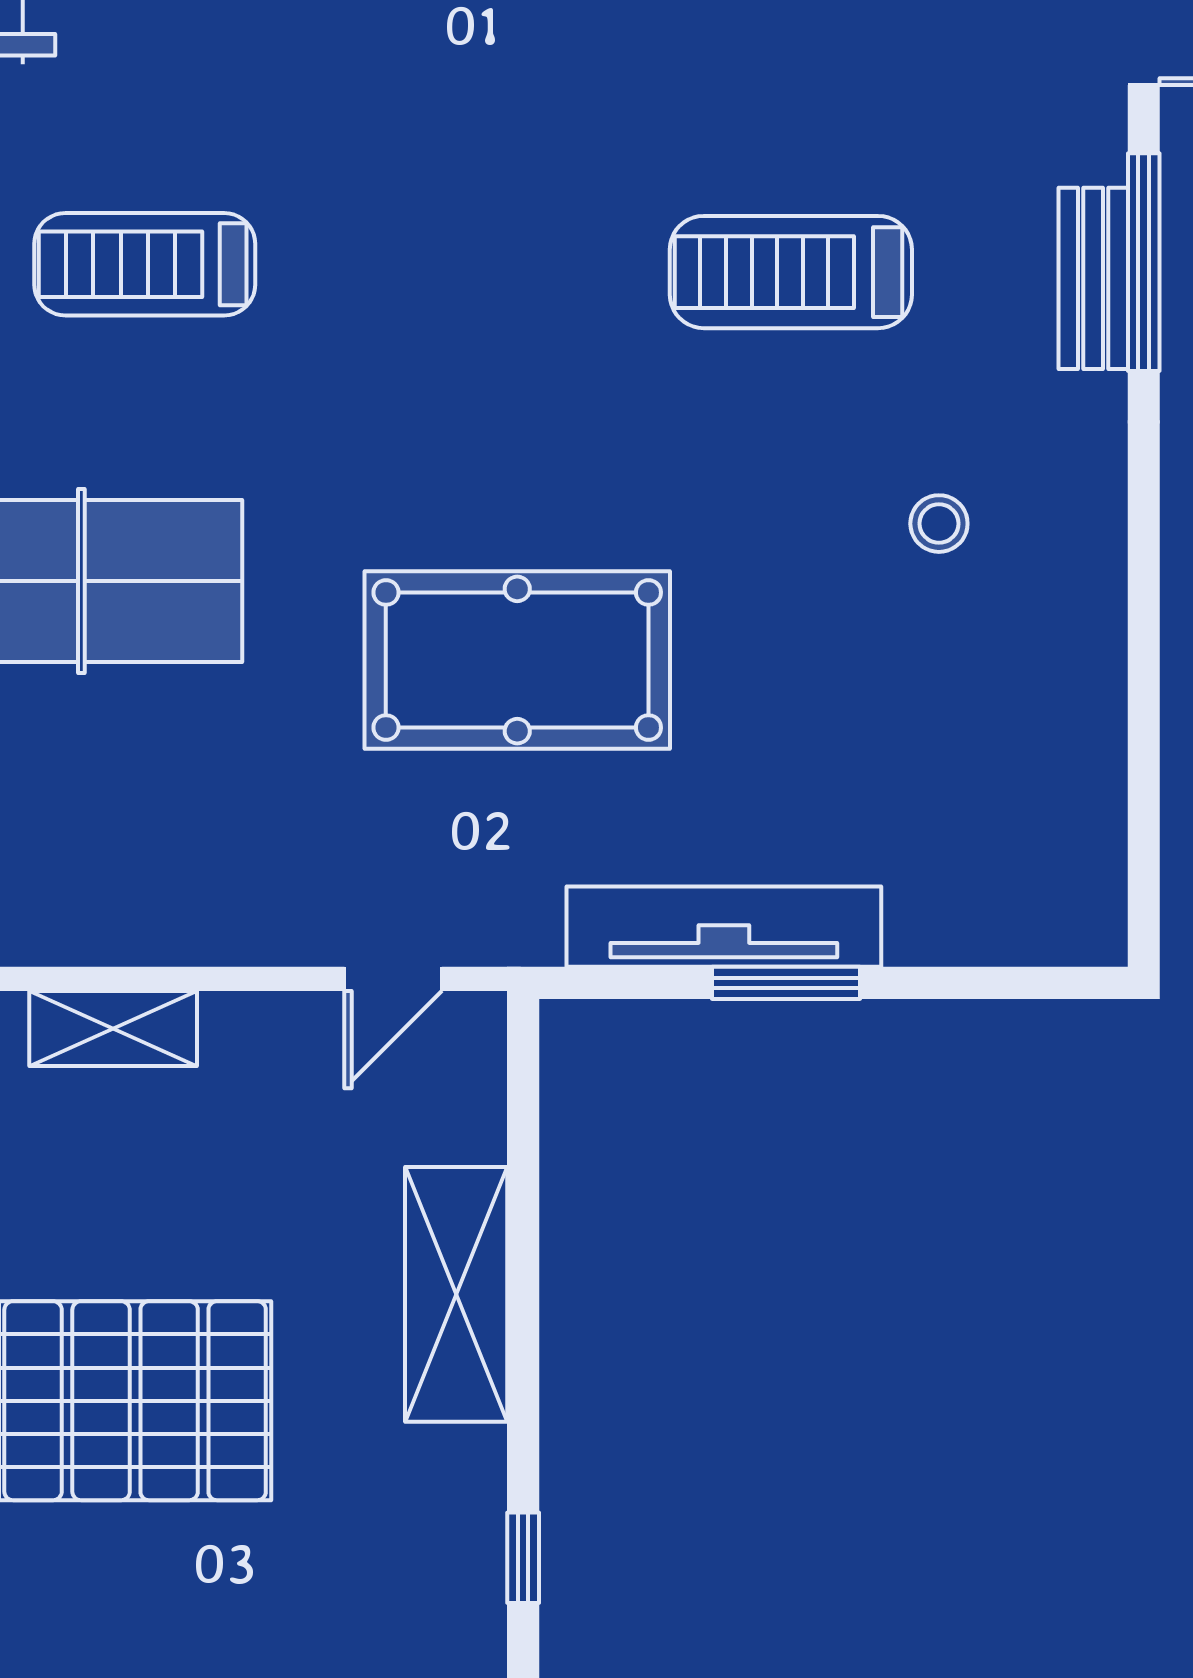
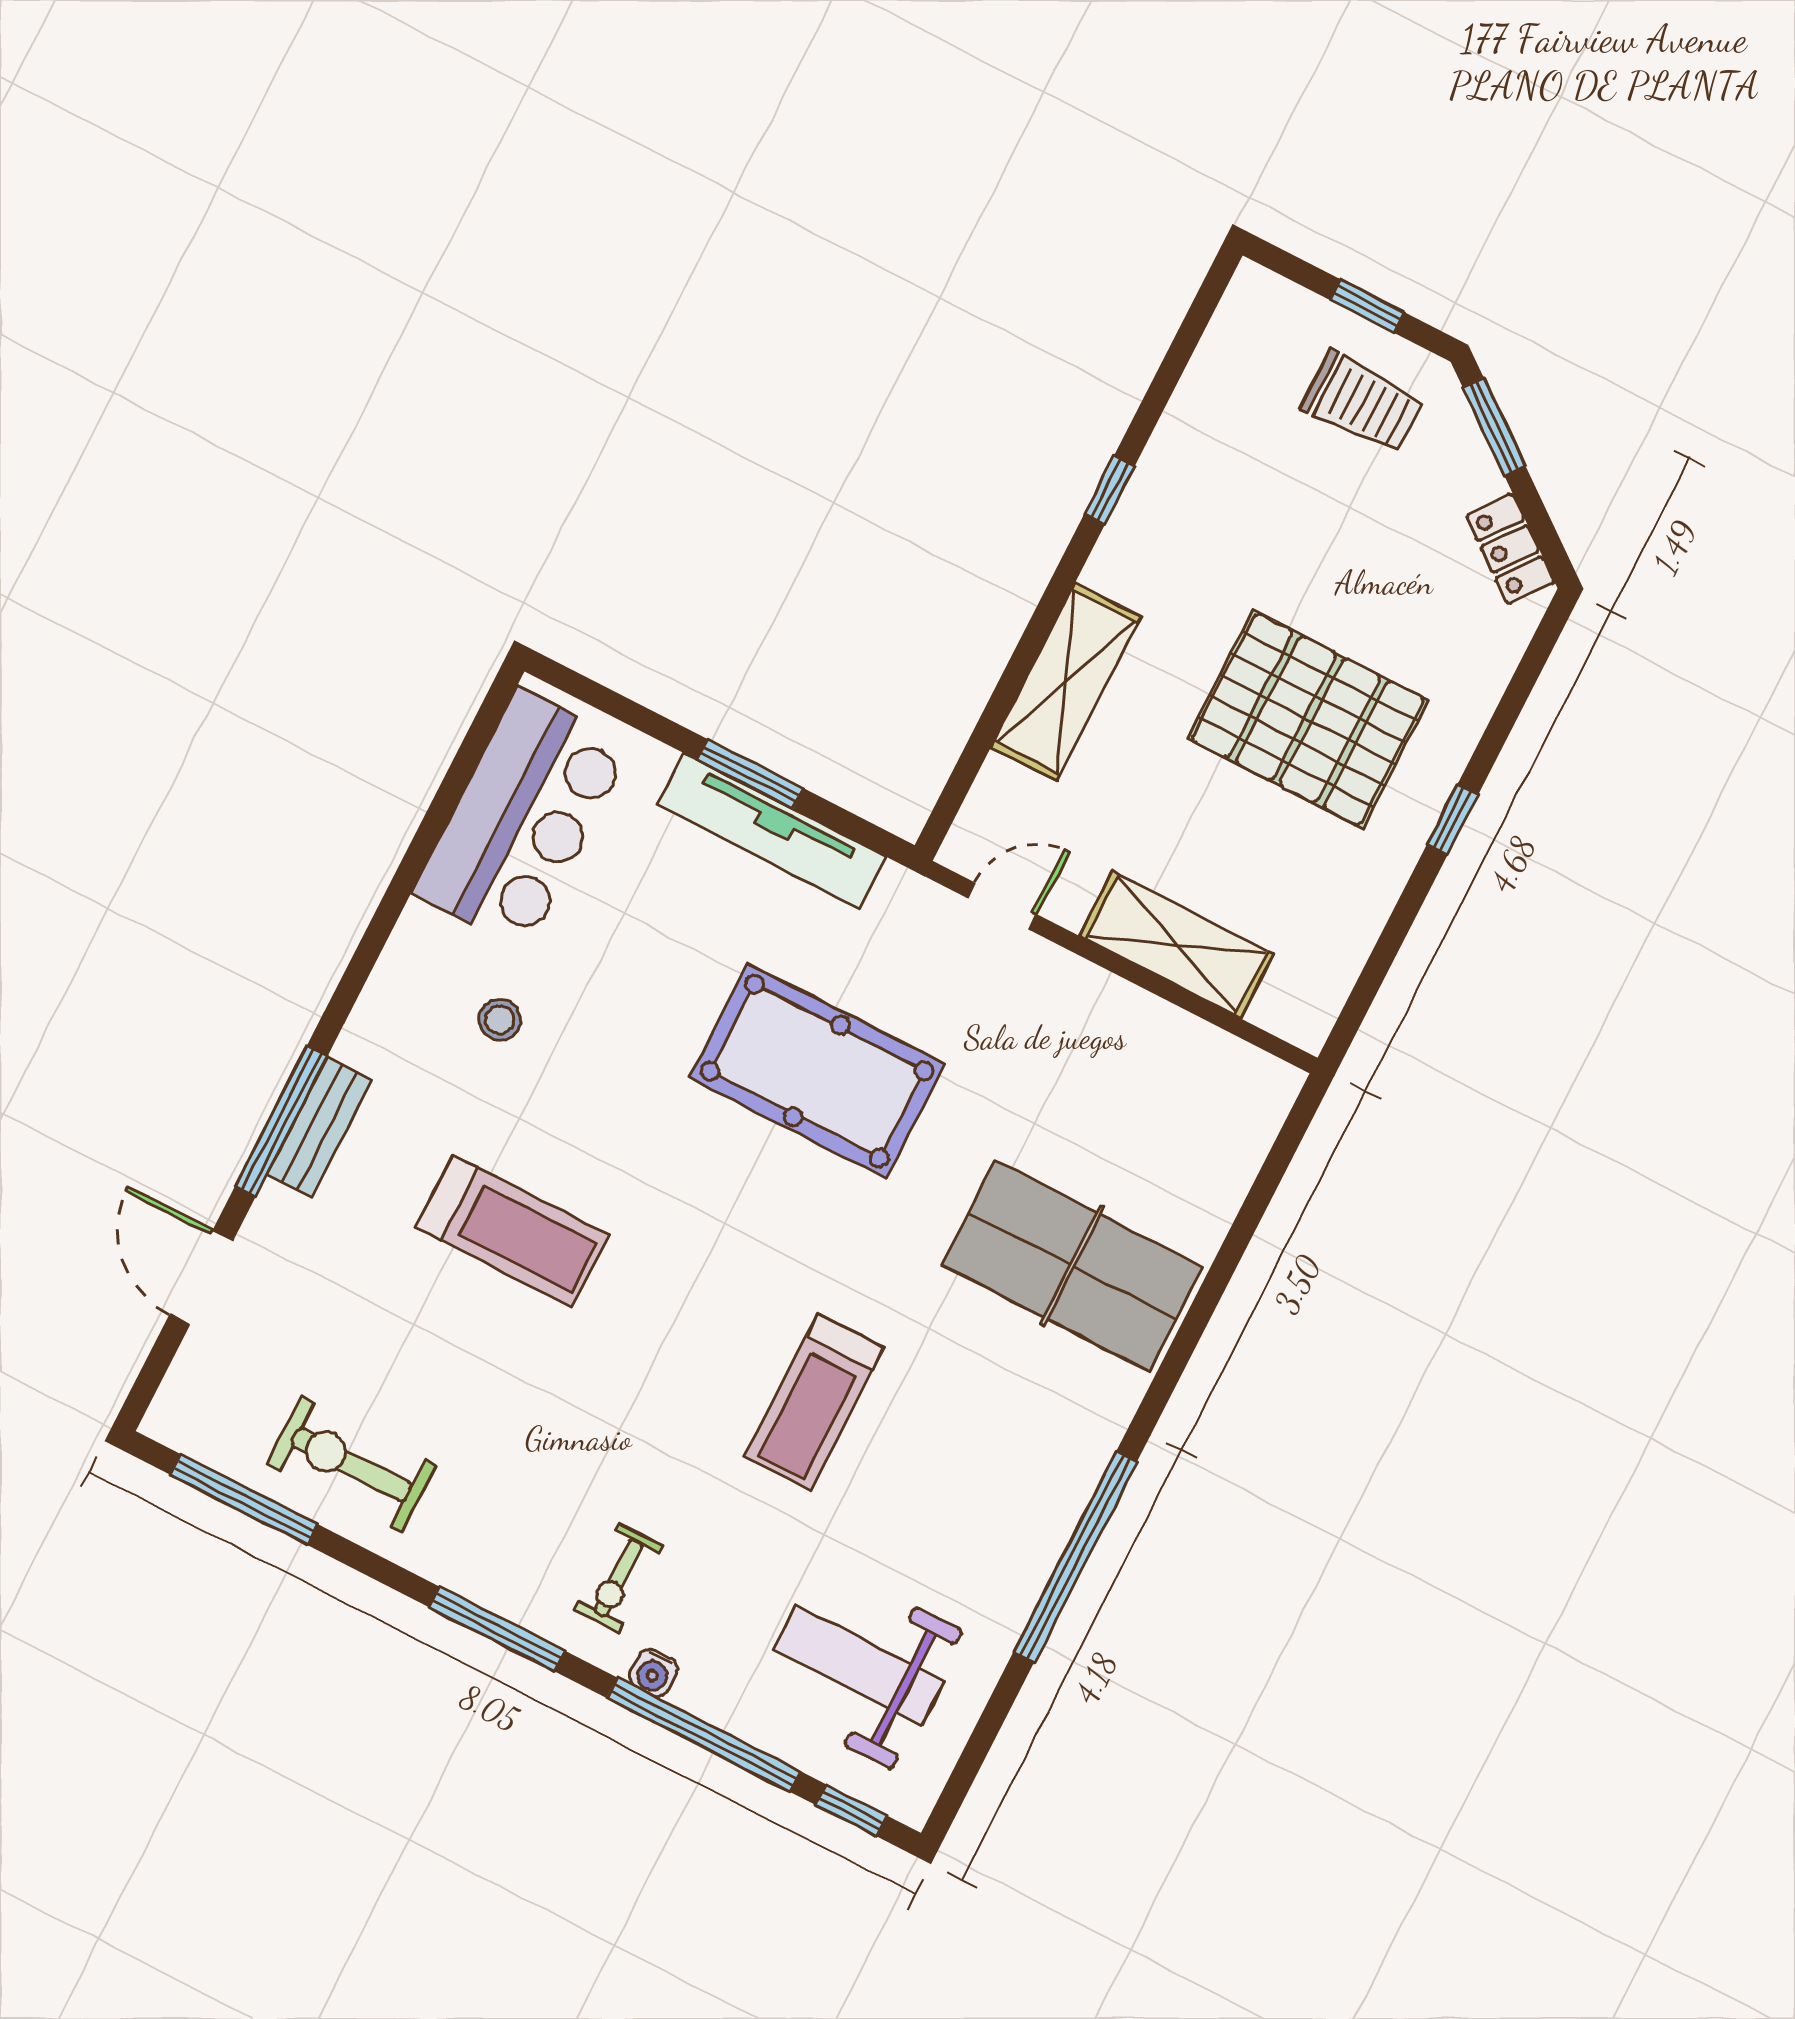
treadmill: (145, 264) -> (815, 1402), moved, turned 90
bar counter: (1038, 784) -> (522, 819), added
shelving: (113, 1028) -> (1176, 945), width x1.50, depth x1.33

